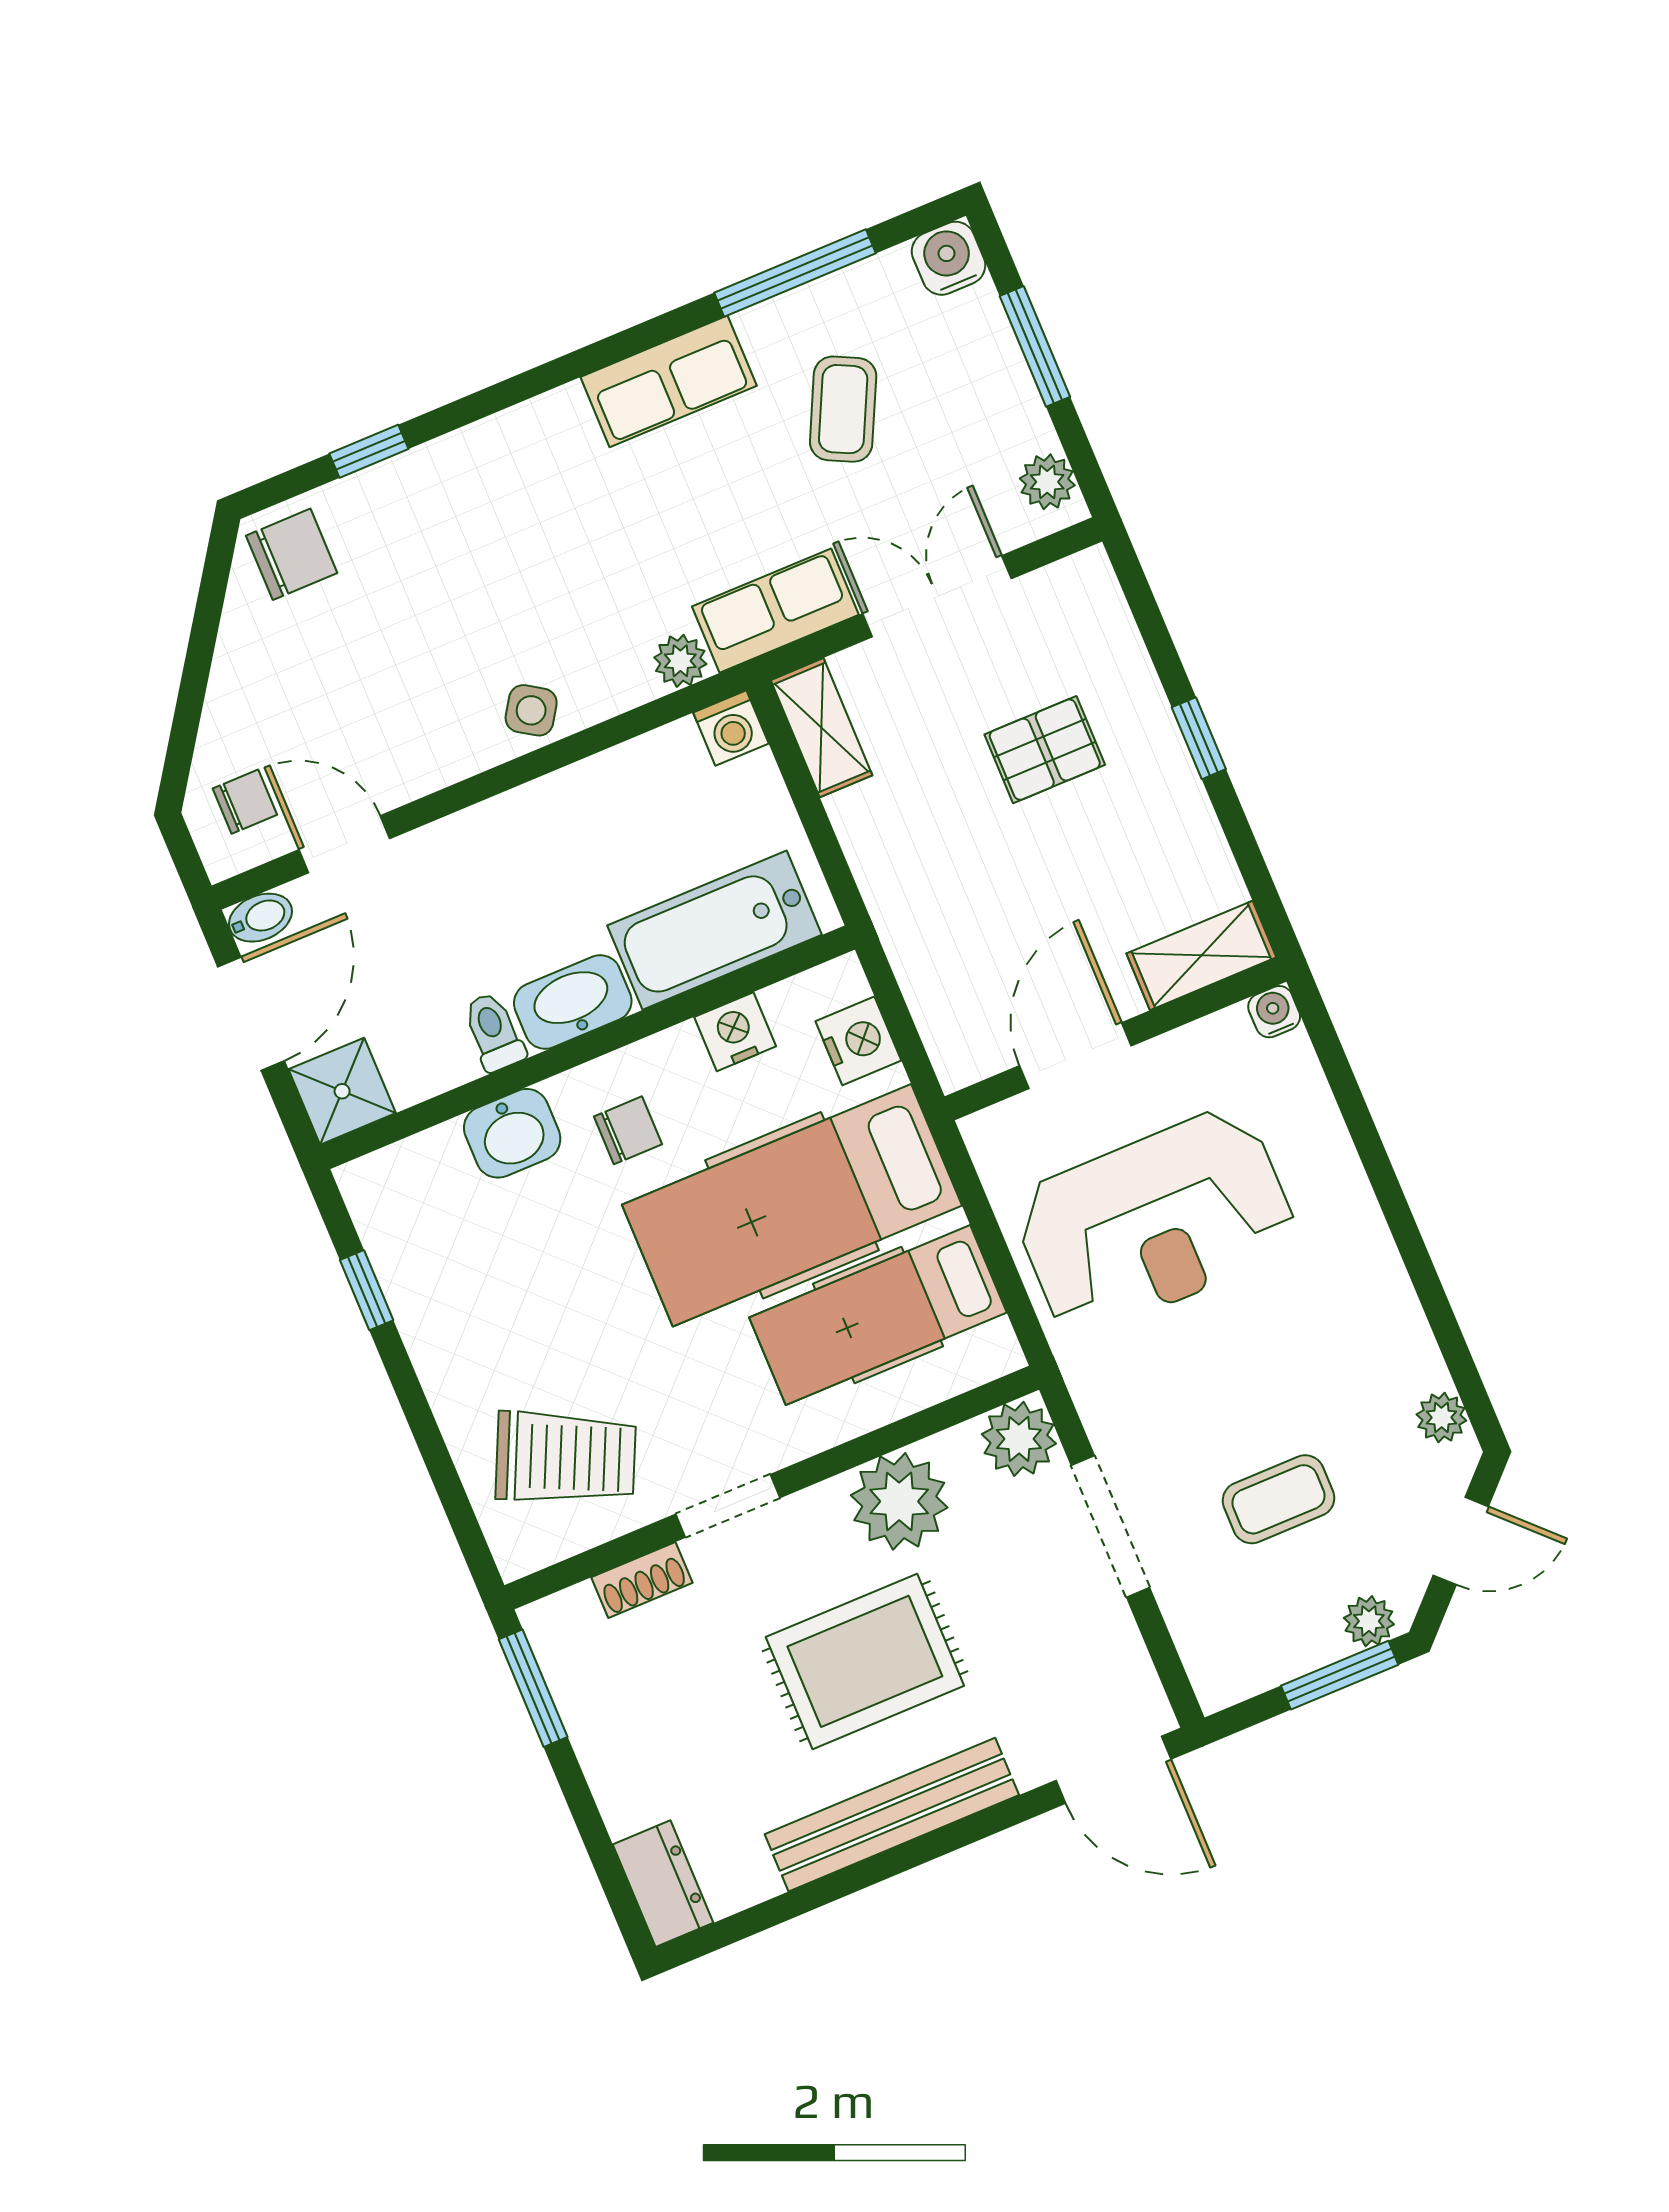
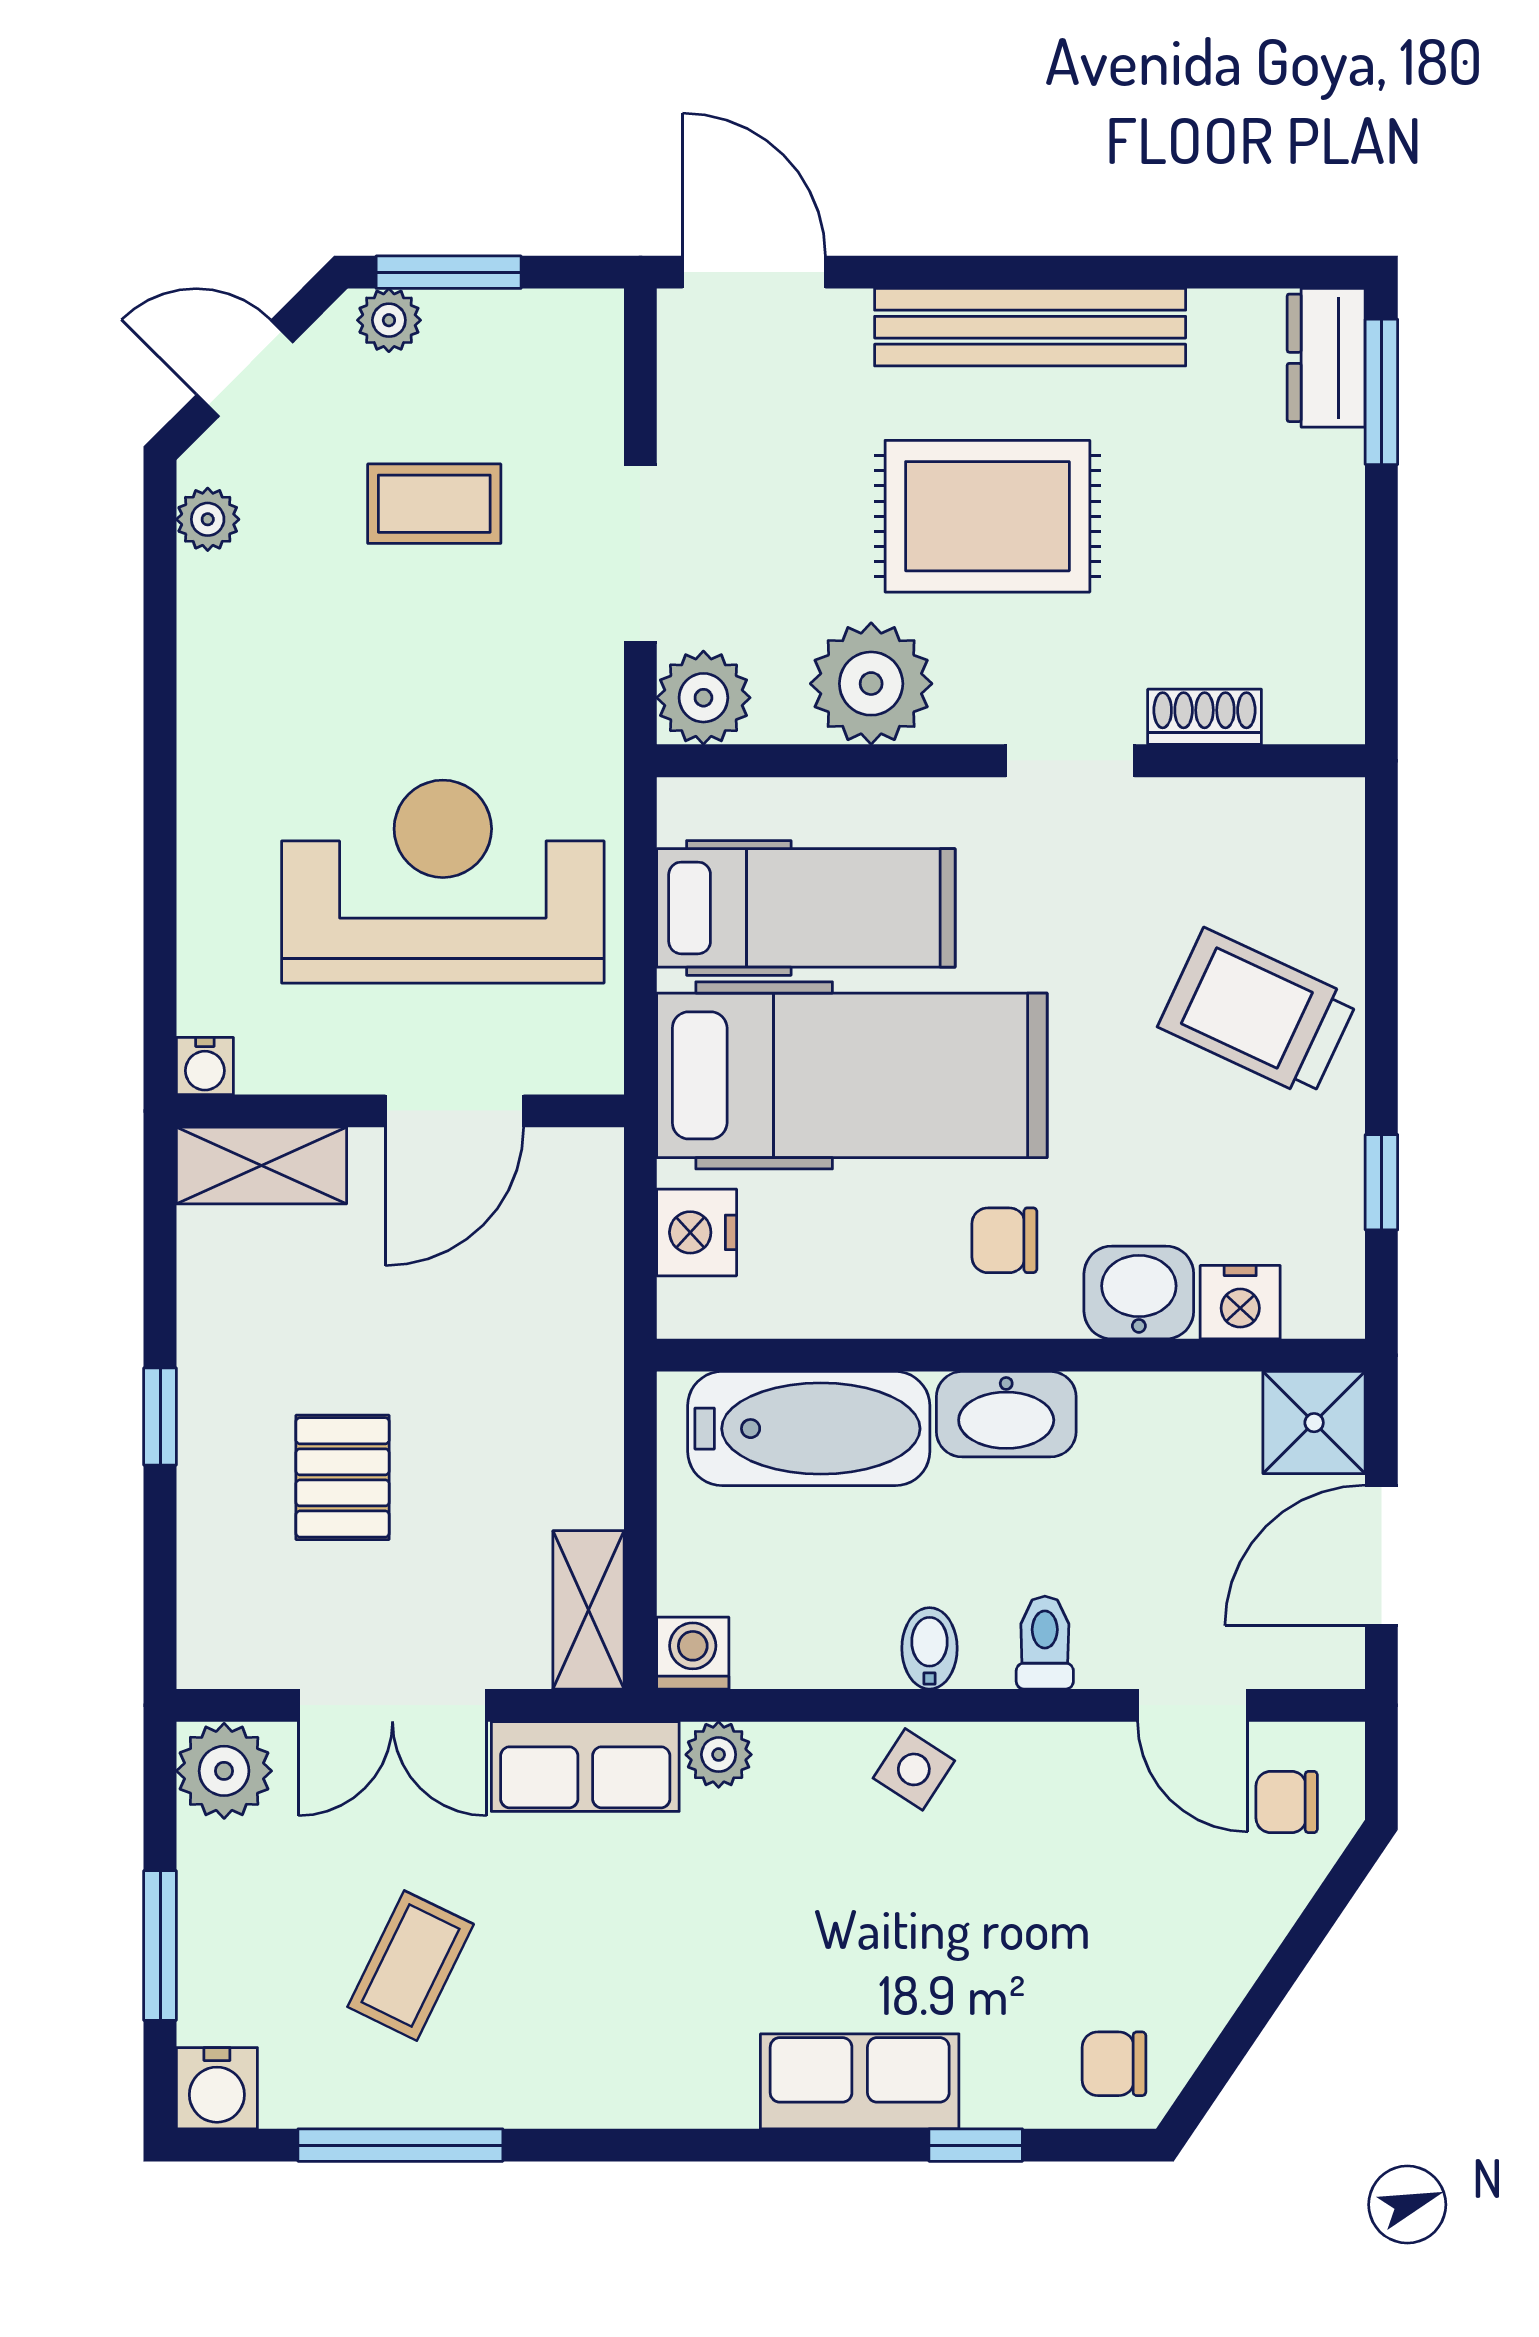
row of seats: (669, 381) -> (860, 2081), moved
plant: (1047, 482) -> (224, 1771), width x1.38, depth x1.38
chair: (292, 554) -> (1114, 2064), width x0.73, depth x0.73
pallet: (1045, 750) -> (343, 1477), turned 90
bidet: (260, 918) -> (929, 1648), moved, turned 90
toilet: (494, 1032) -> (1045, 1643), moved, turned 180
nightstand: (735, 1032) -> (1240, 1302), moved
trolley: (566, 1457) -> (1258, 1013), moved
window: (533, 1688) -> (1381, 392), moved

